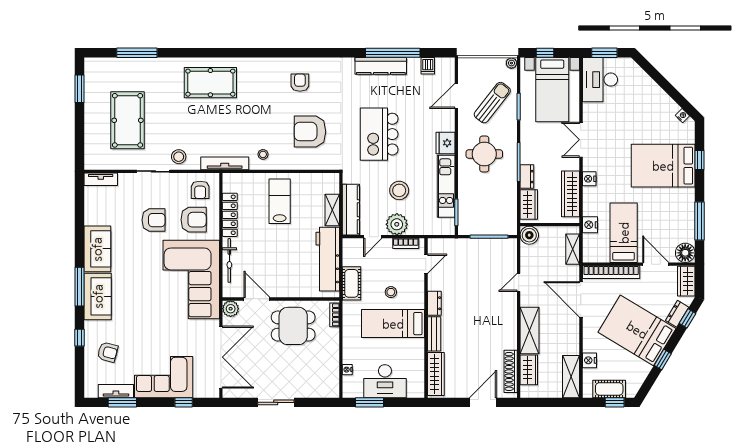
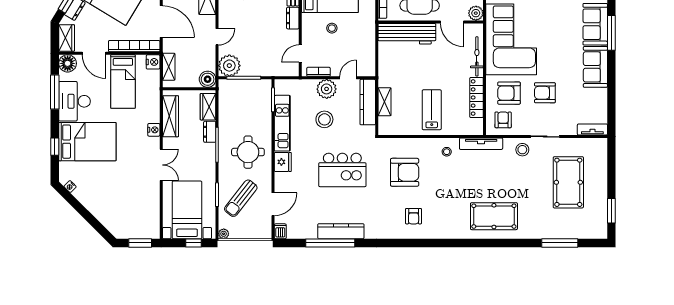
dishwasher: (428, 66) -> (280, 231), moved
desk: (600, 80) -> (74, 101), moved, turned 180
kitchen island: (379, 134) -> (342, 170), turned 90
lab bench: (280, 201) -> (432, 110), turned 180
nightstand: (590, 225) -> (153, 62), moved
plant: (505, 250) -> (229, 66), added
workbench: (328, 259) -> (407, 34), moved, turned 90
cot: (351, 283) -> (367, 36), removed

